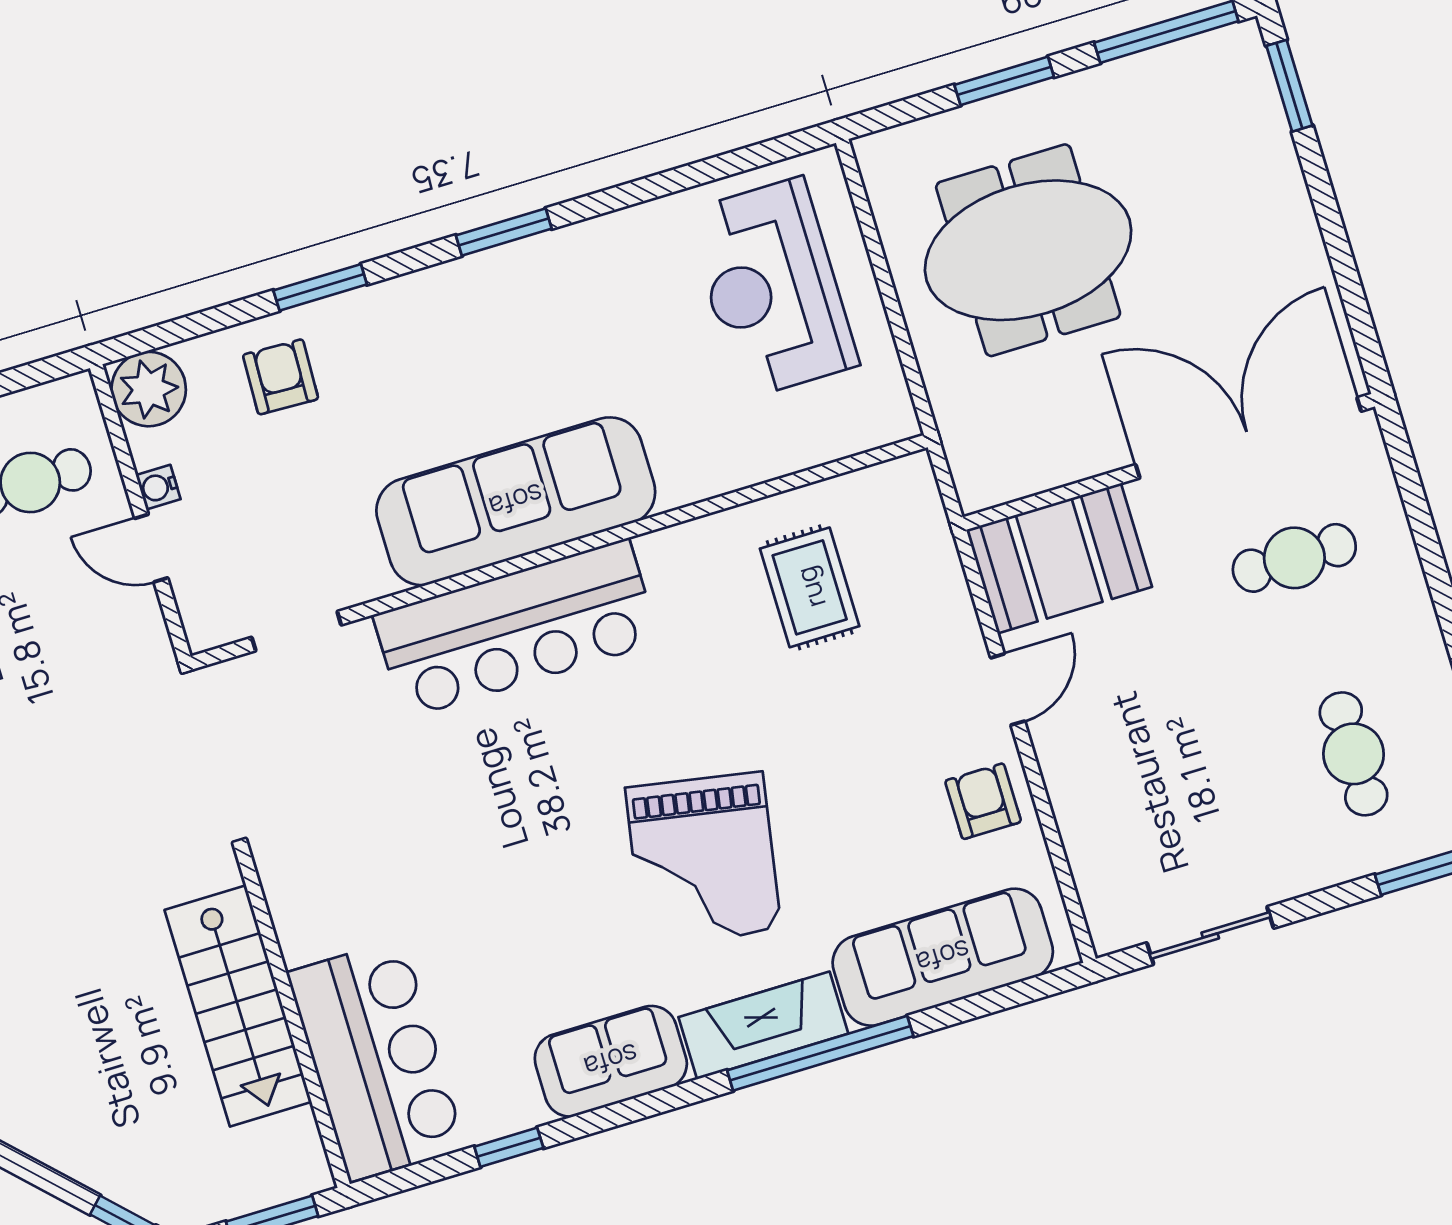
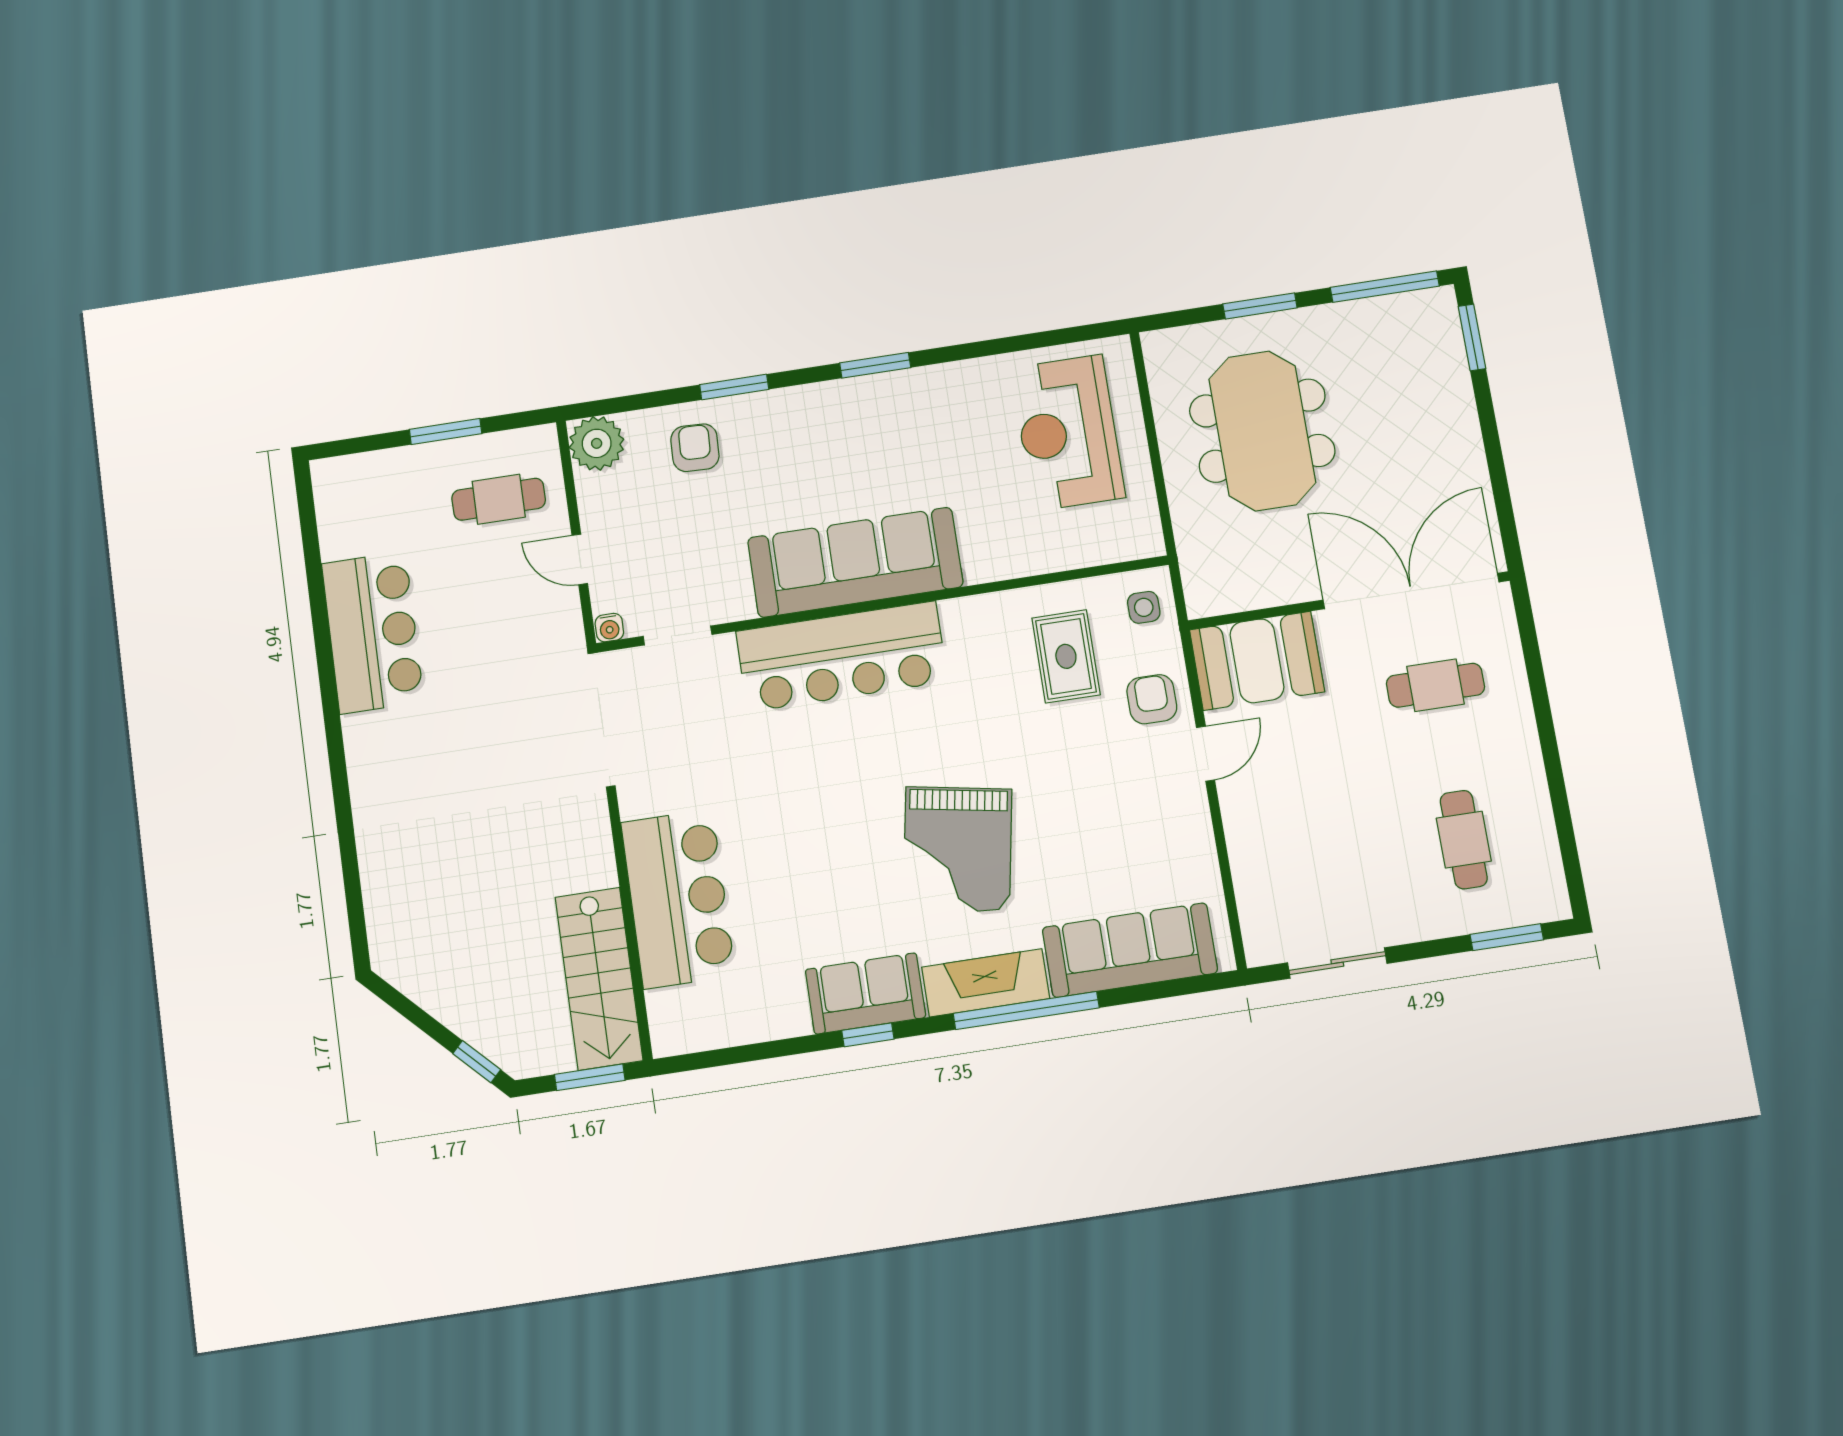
meeting table: (1028, 250) -> (1262, 431), turned 90
water cooler: (158, 487) -> (609, 628), moved, turned -90
side table: (903, 508) -> (1144, 607), added
armchair: (983, 801) -> (1152, 699), moved
stairs: (238, 1006) -> (599, 979), moved
bar counter: (376, 1060) -> (678, 899), moved
window: (509, 1147) -> (868, 1035), moved

